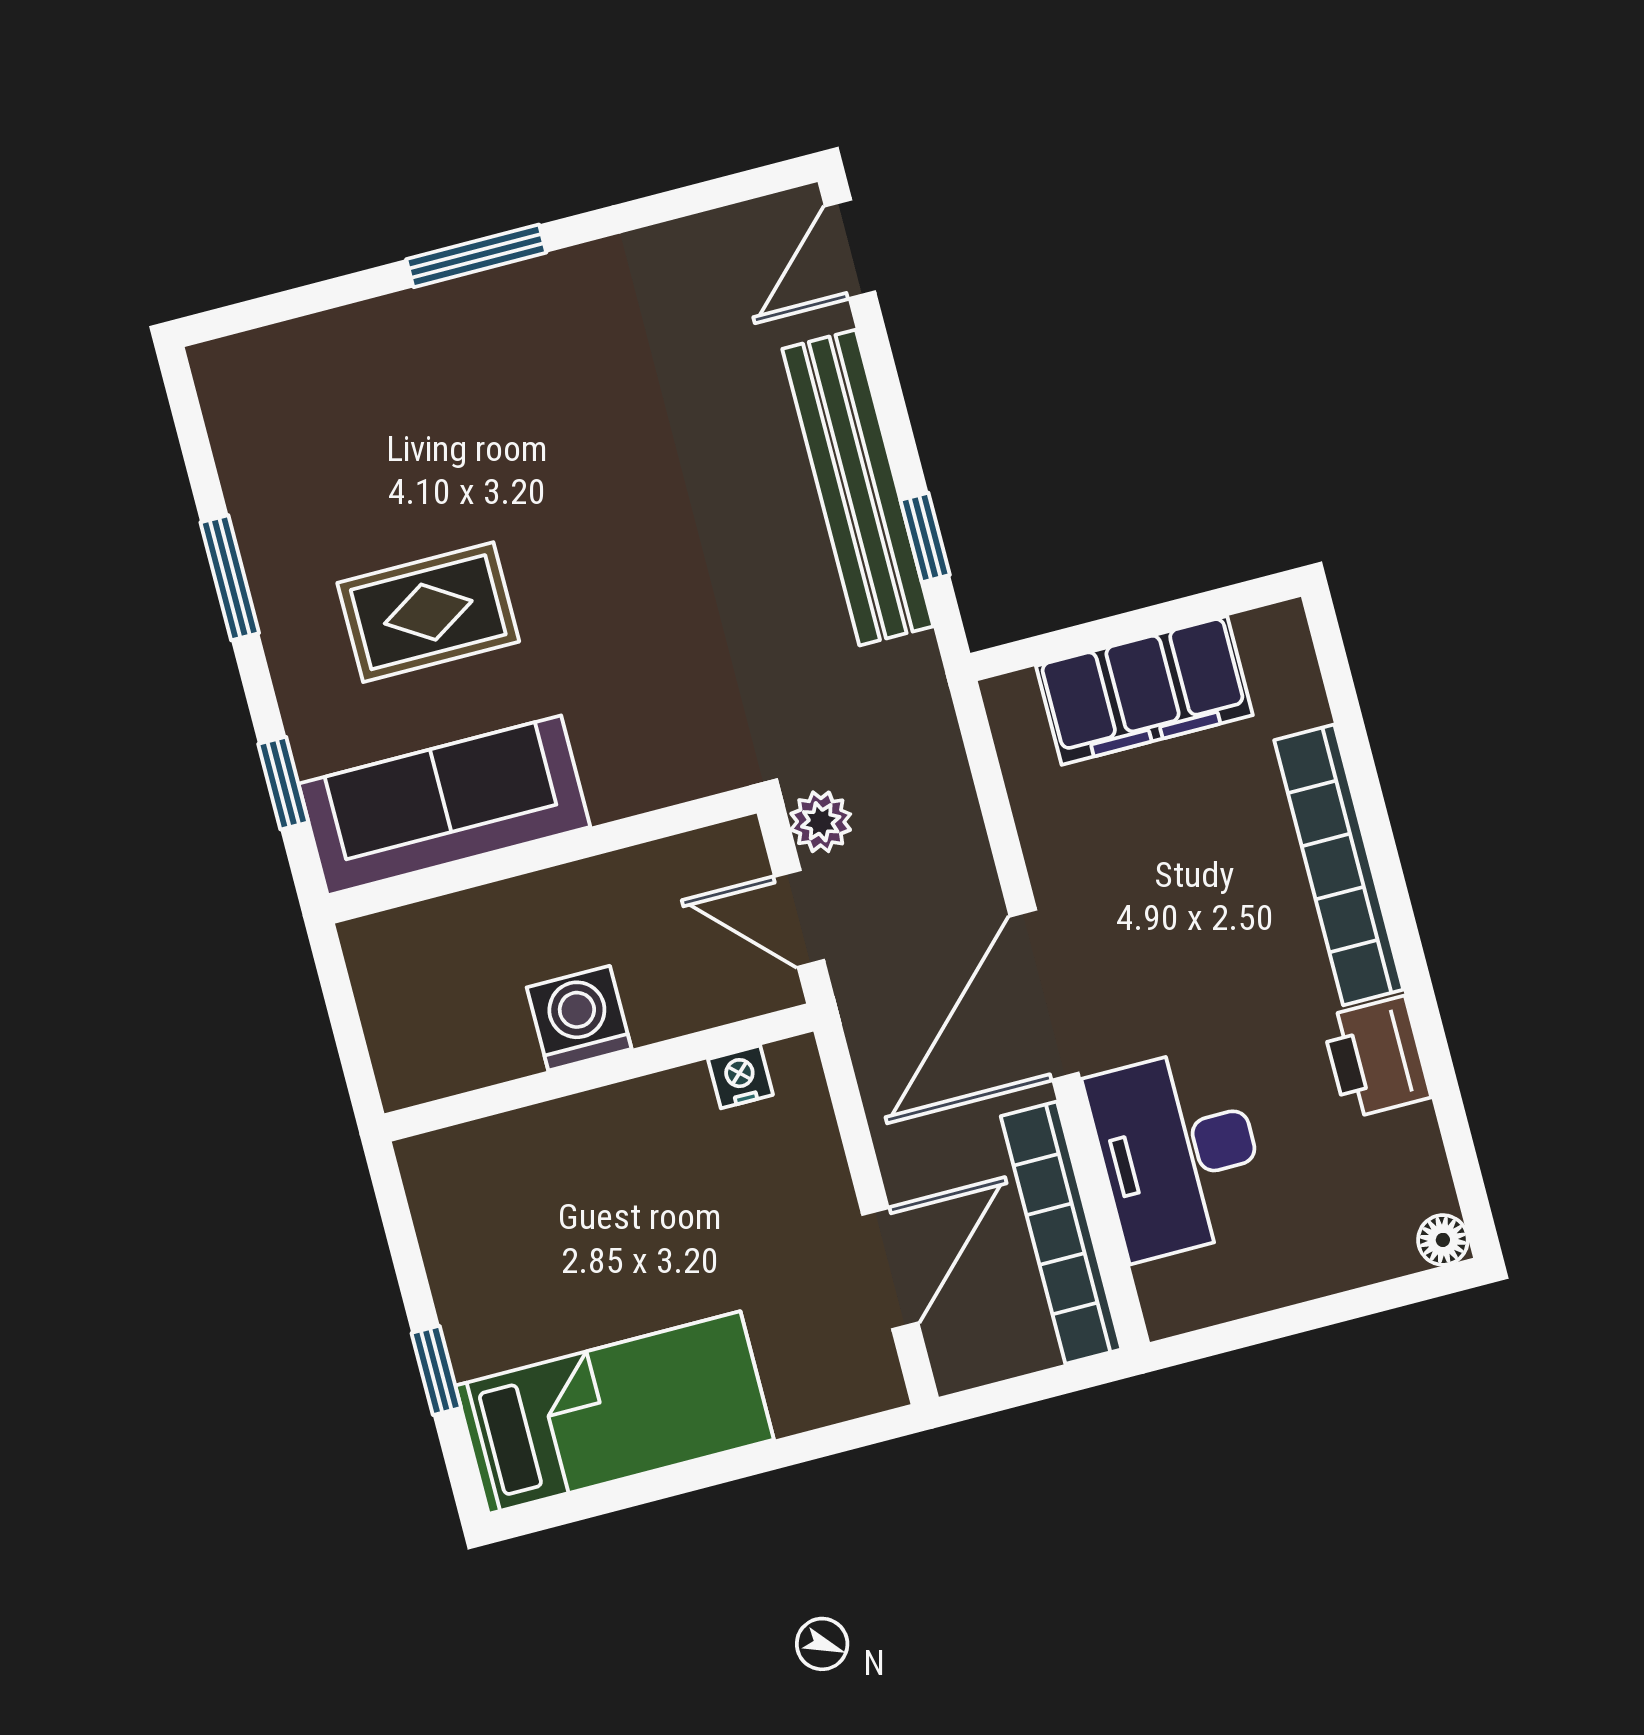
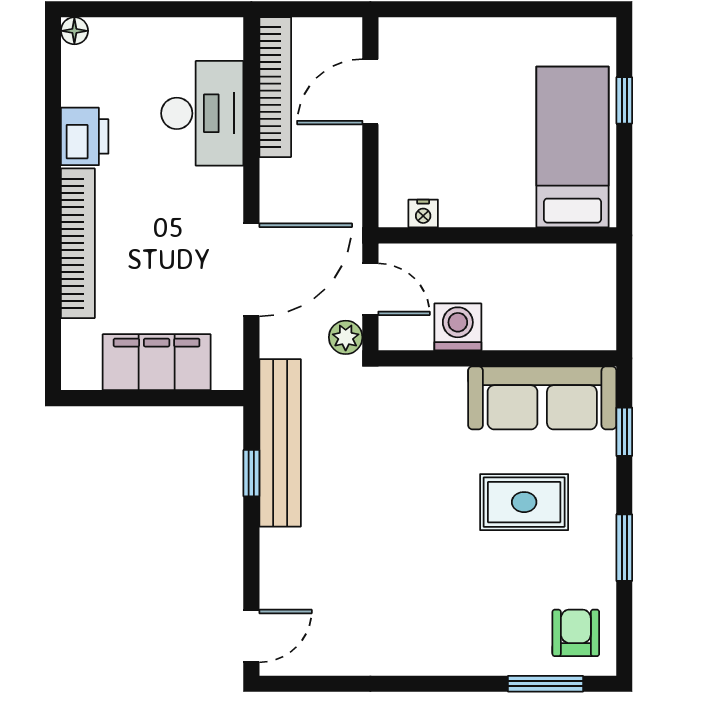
window: (476, 256) -> (545, 684), moved
armchair: (276, 404) -> (576, 633), added
bench: (858, 488) -> (280, 443), moved
door: (1044, 995) -> (251, 270), moved
washing machine: (579, 1018) -> (458, 327), moved, turned 180
bed: (615, 1413) -> (572, 147), moved, turned 90

